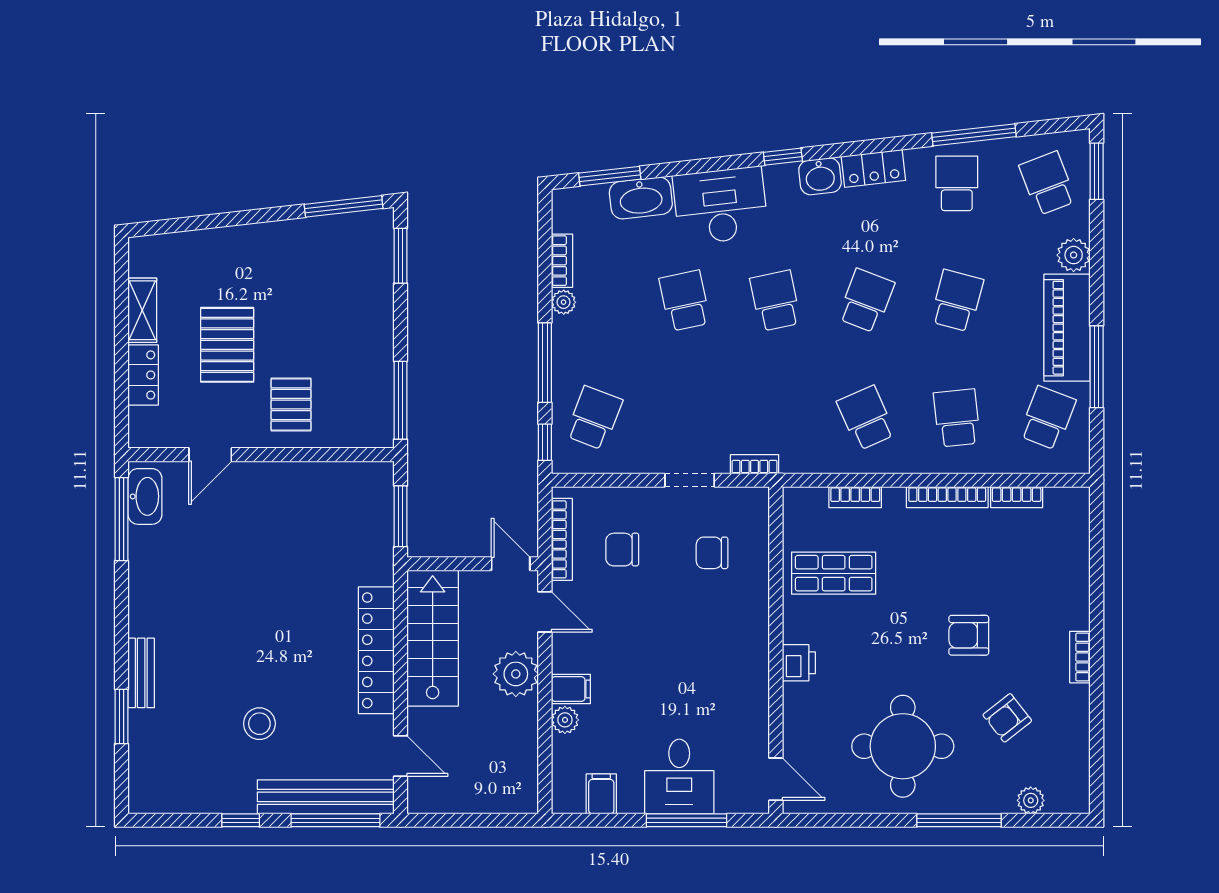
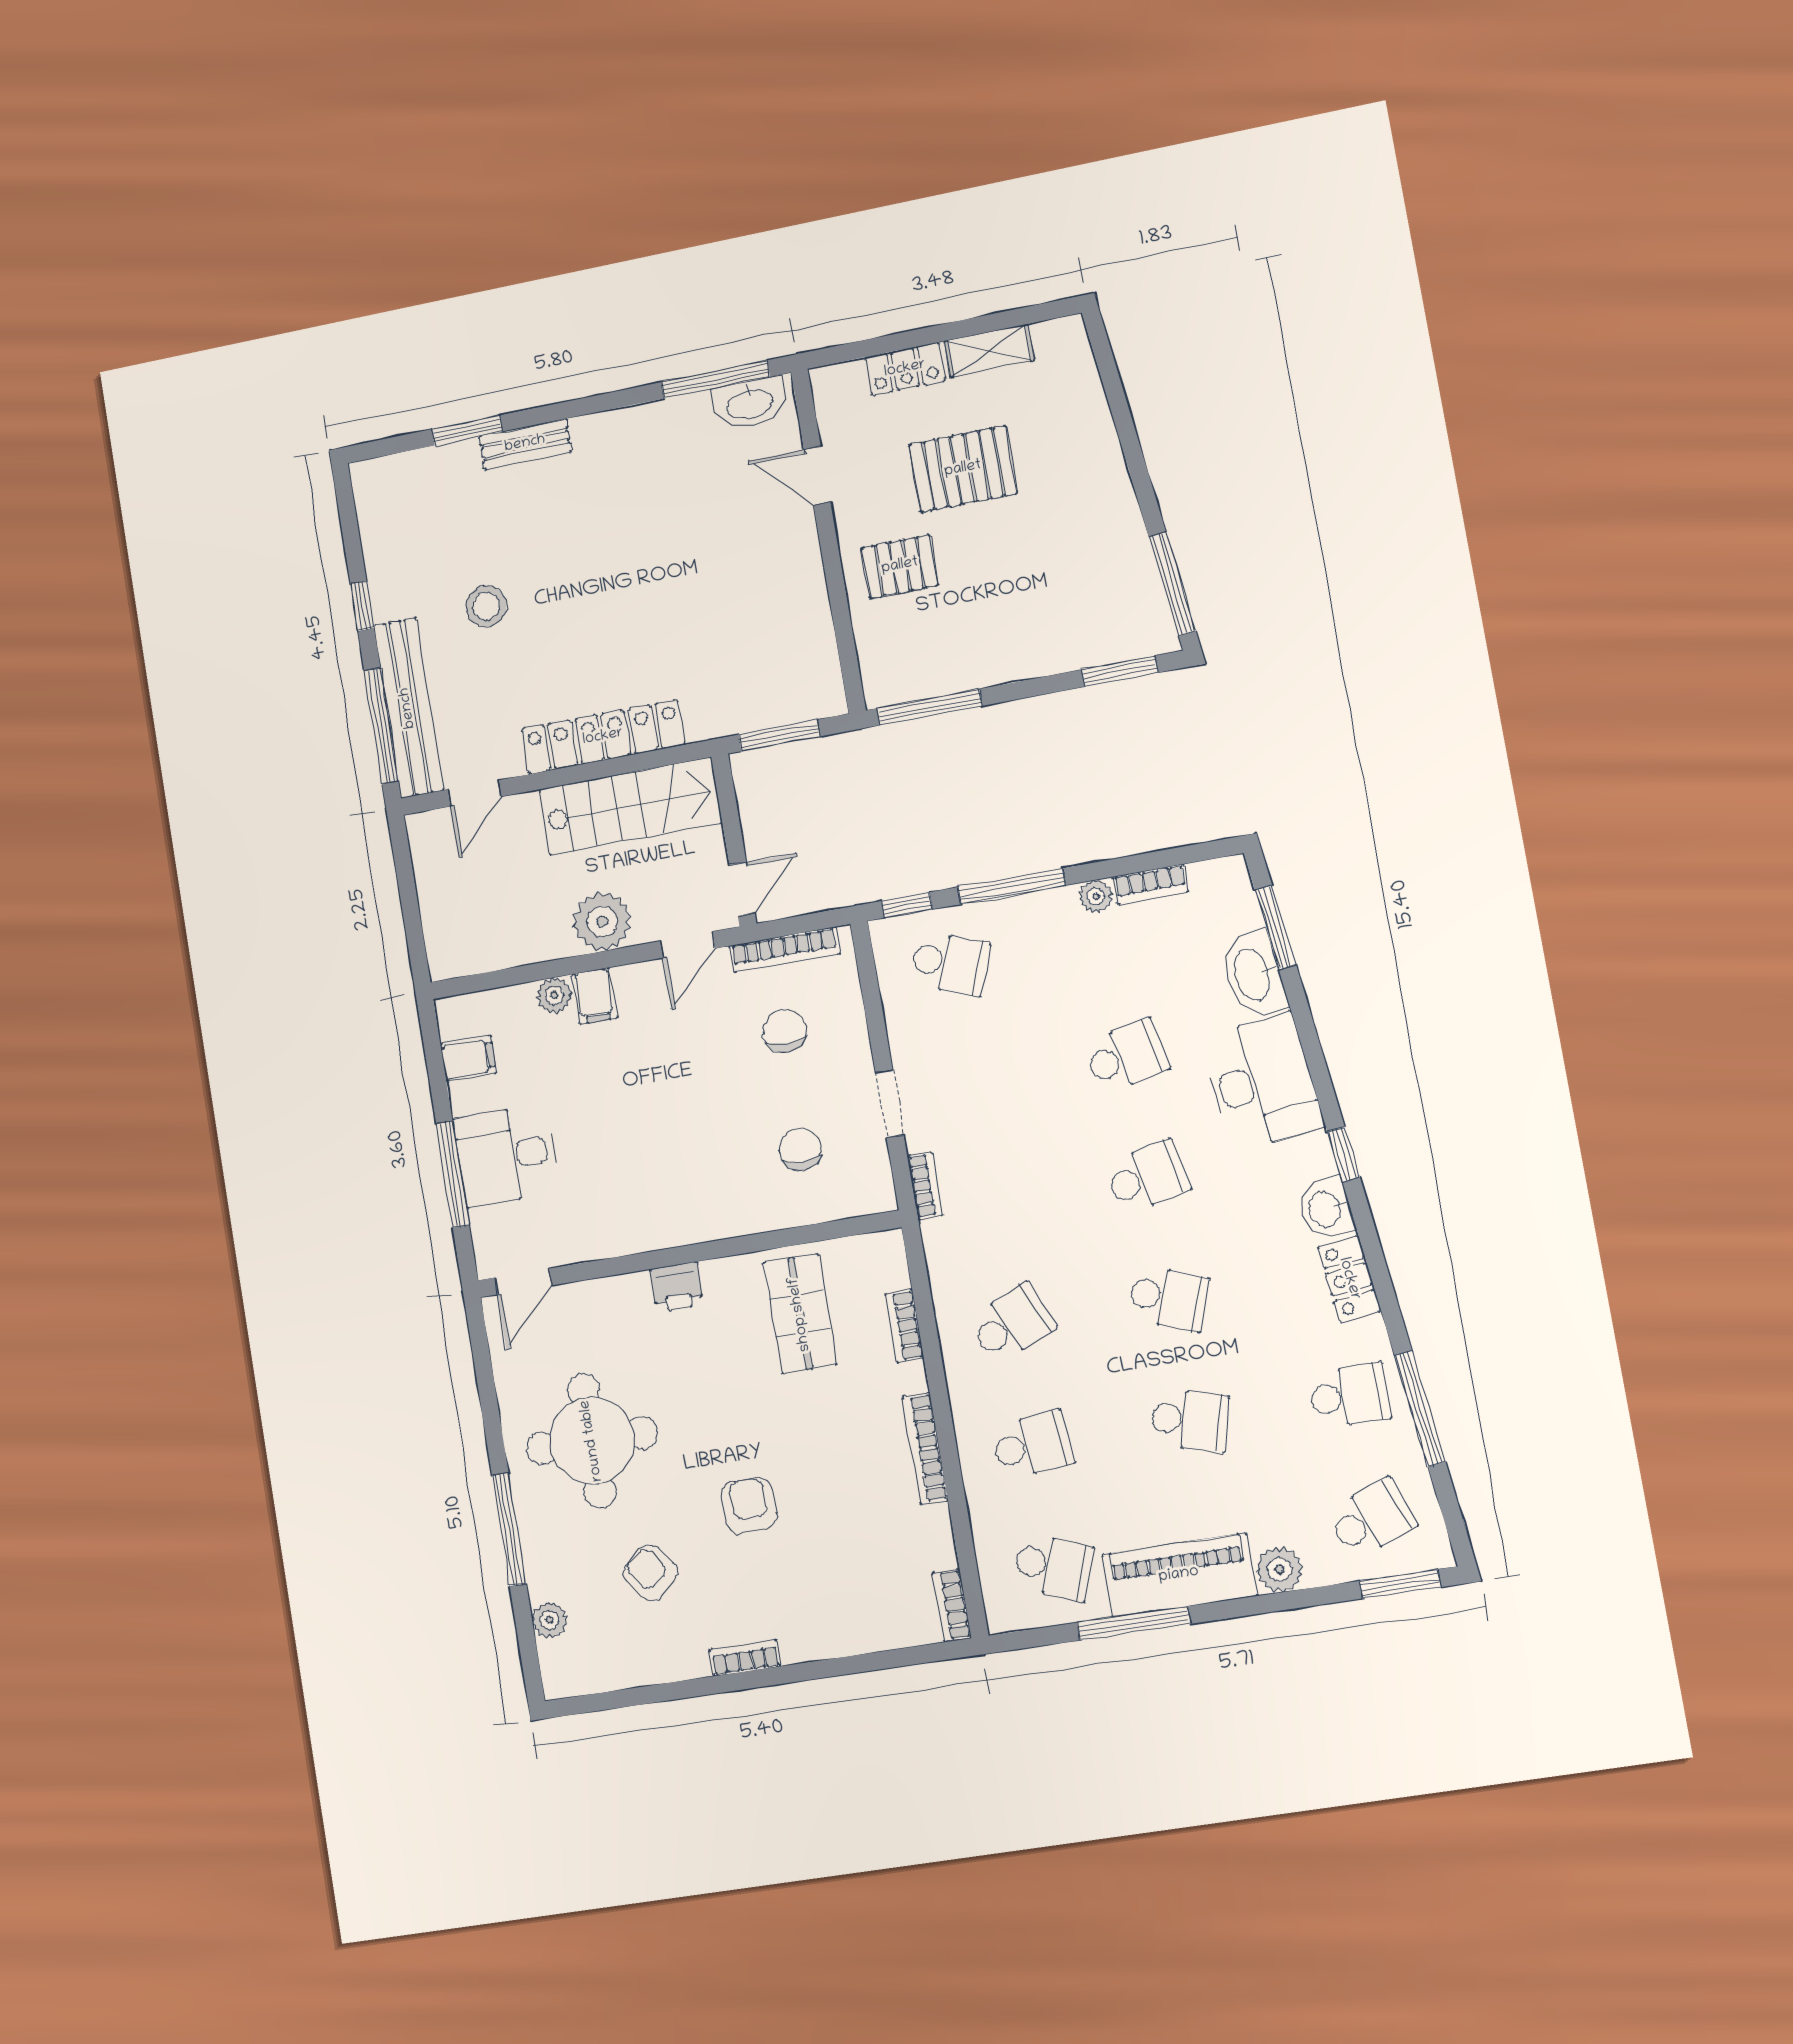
bookcase: (1017, 497) -> (952, 1605), moved

